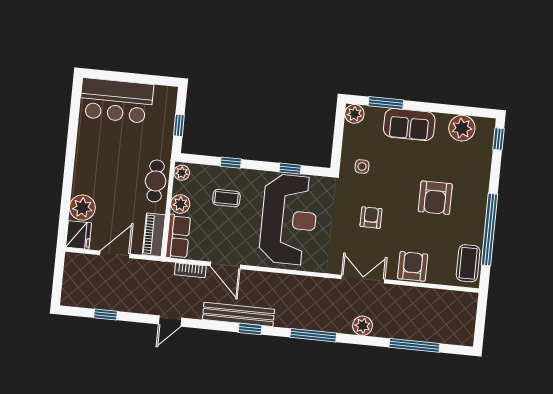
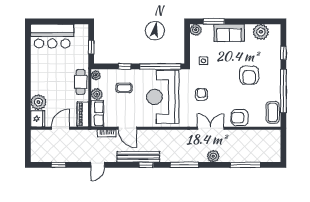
window: (498, 139) -> (283, 53), moved
window: (290, 169) -> (160, 66), width x3.17
armchair: (371, 218) -> (201, 94), moved
reception desk: (289, 219) -> (163, 97), turned 180
armchair: (413, 266) -> (240, 118), turned -90

